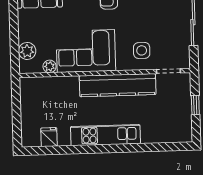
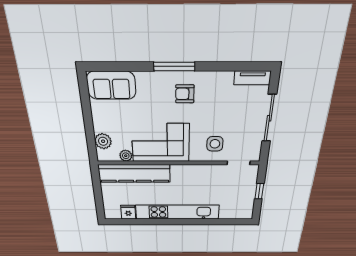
kitchen counter: (118, 85) -> (134, 173), moved
kitchen unit: (105, 135) -> (177, 212), width x1.36

